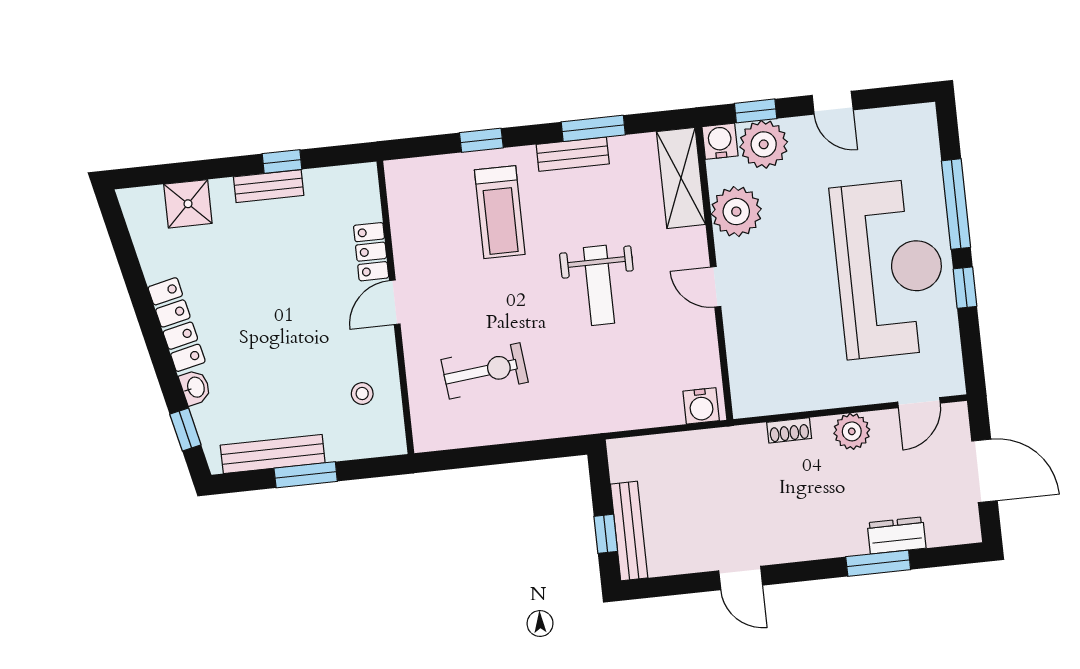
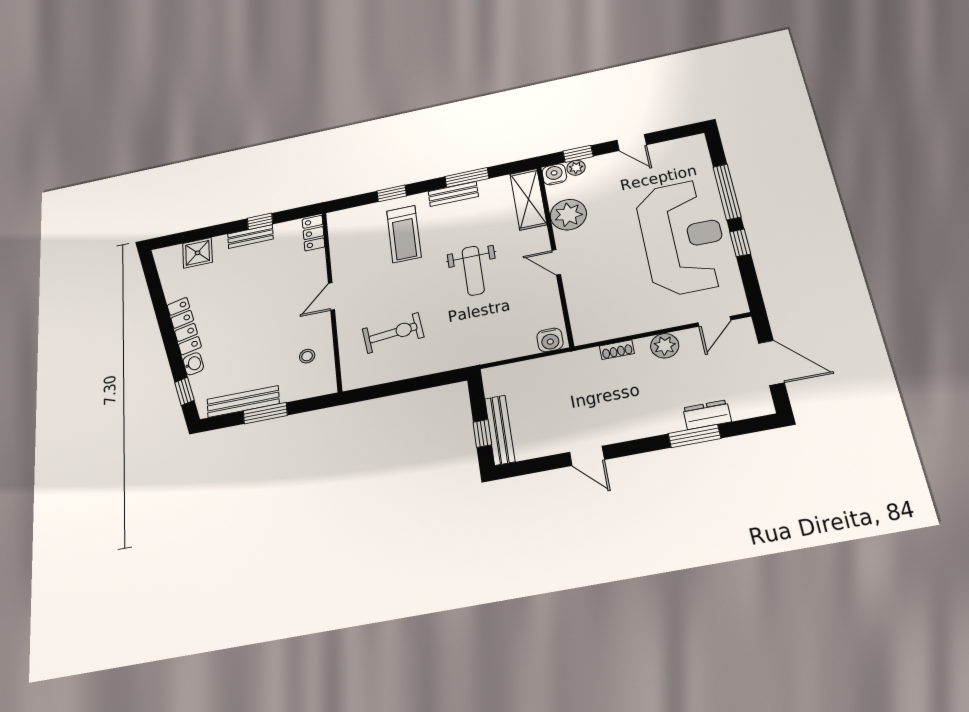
plant: (764, 144) -> (576, 168), width x0.53, depth x0.53
locker: (371, 252) -> (313, 233), moved

